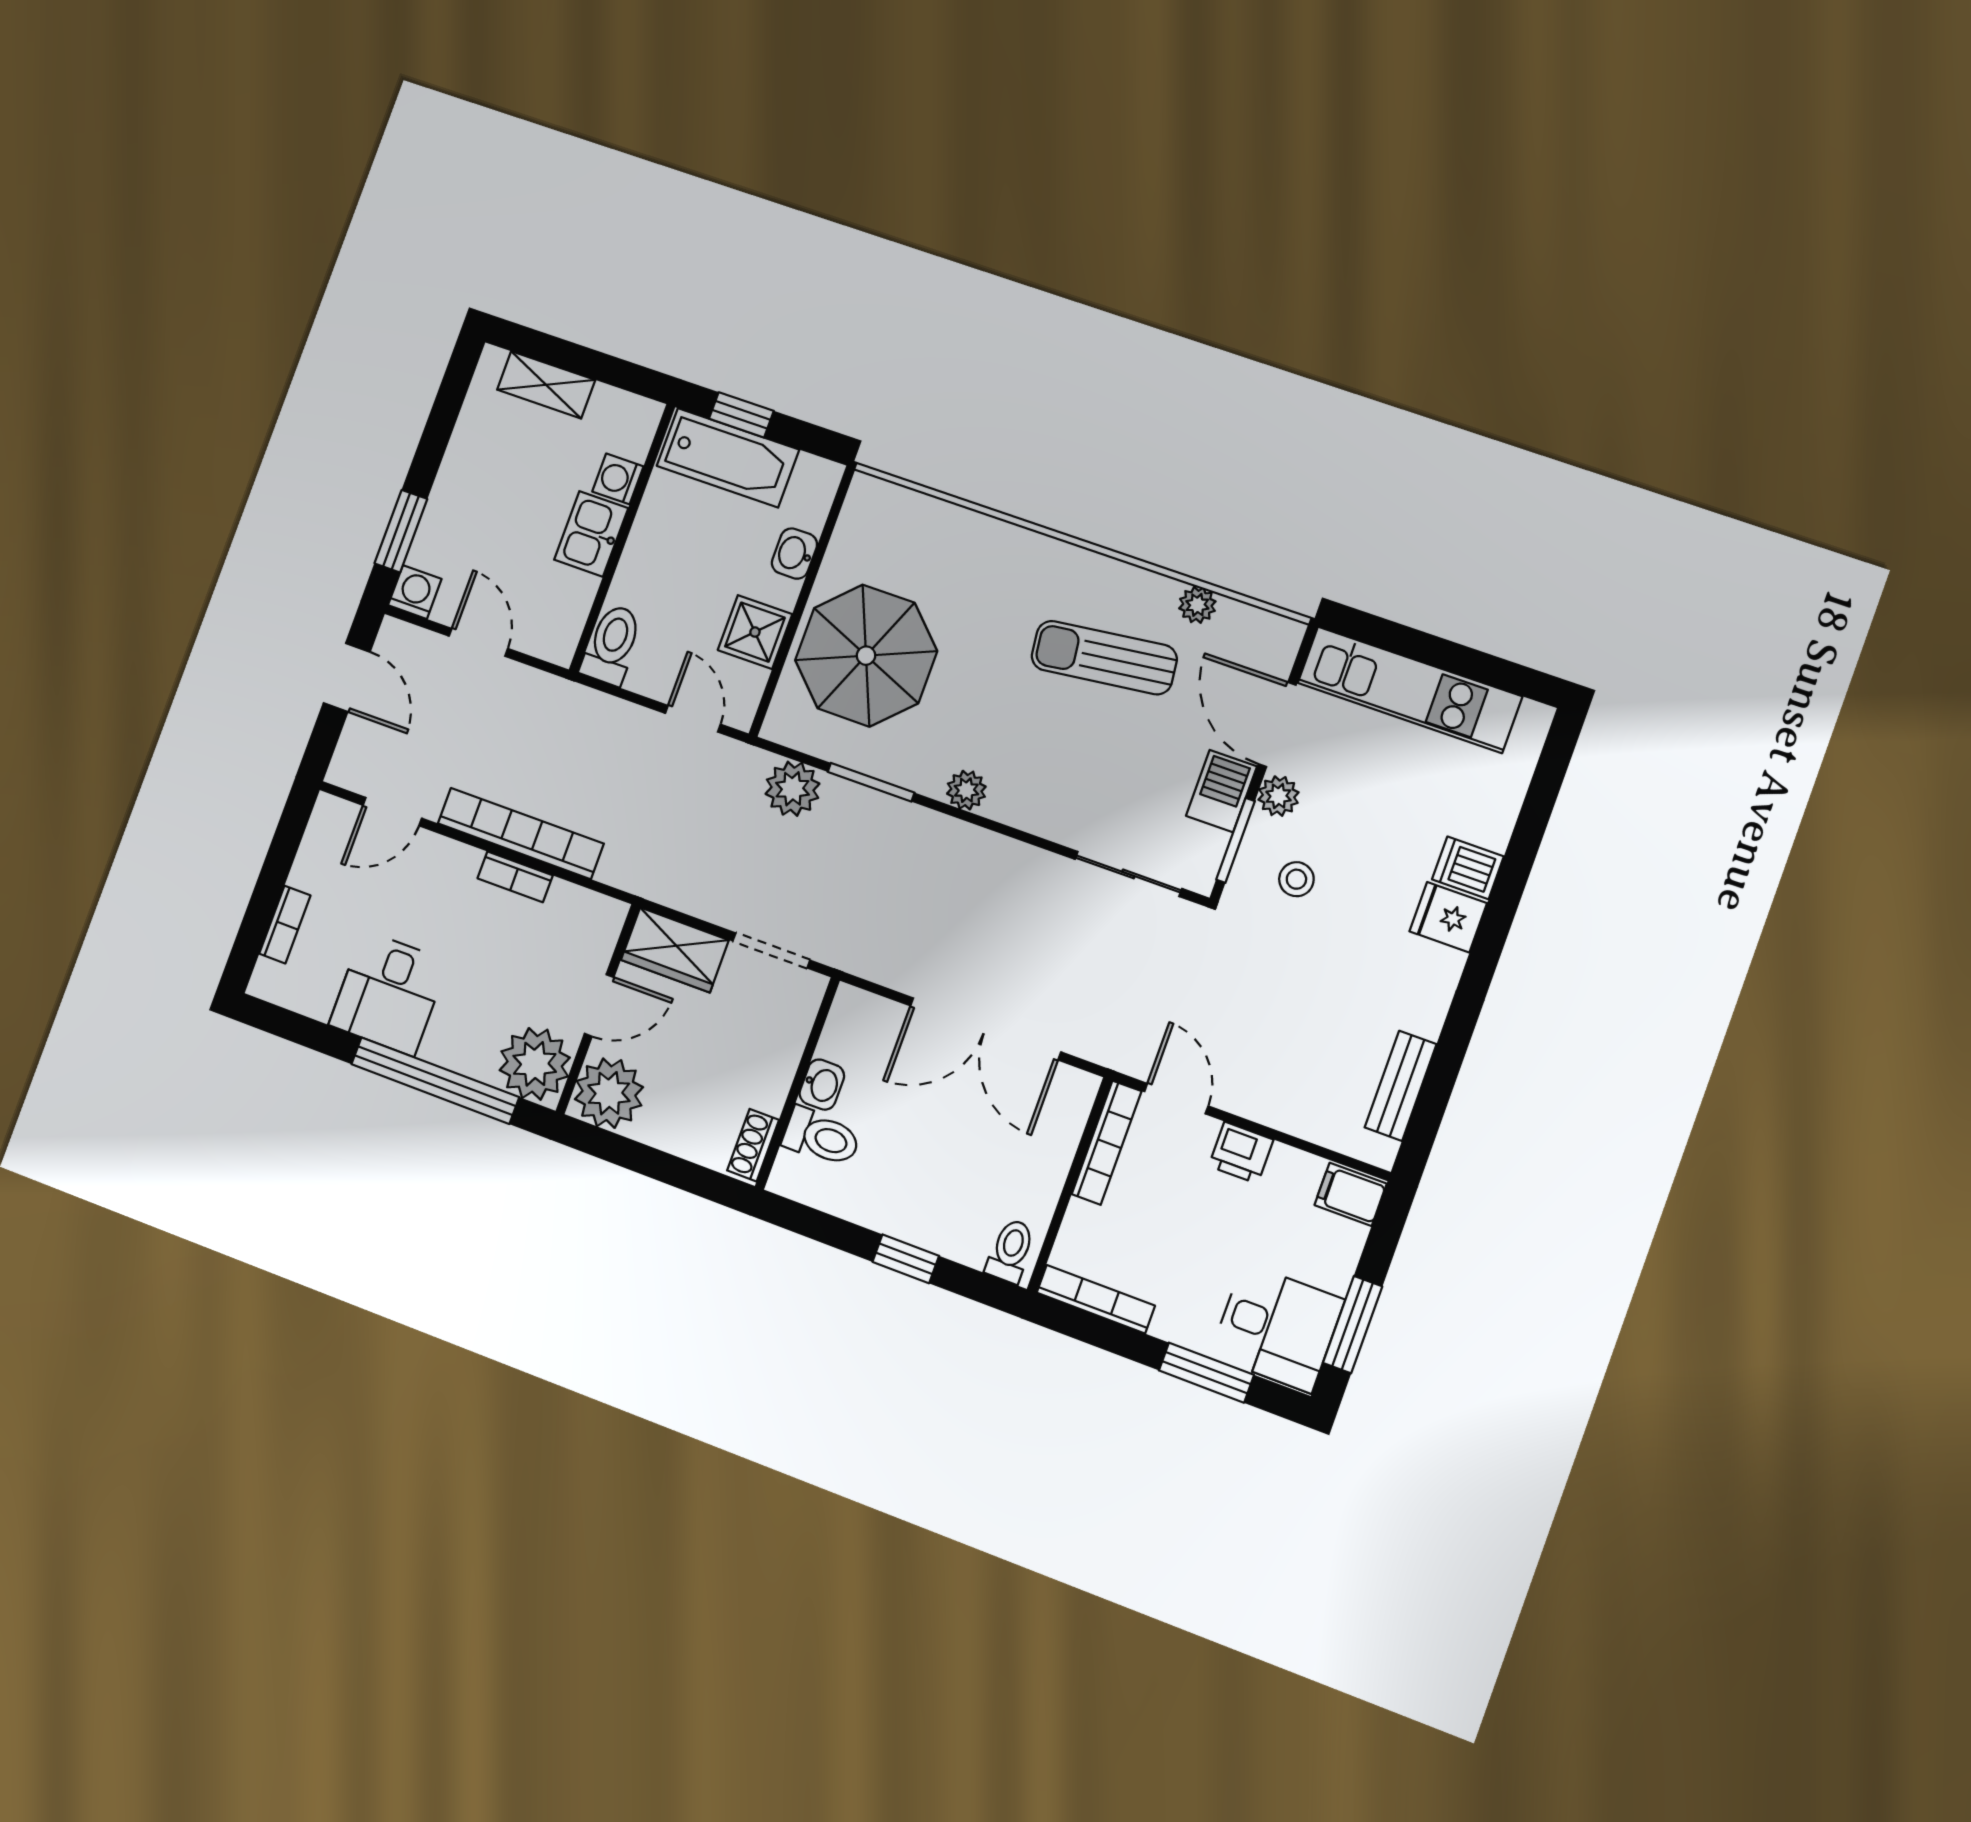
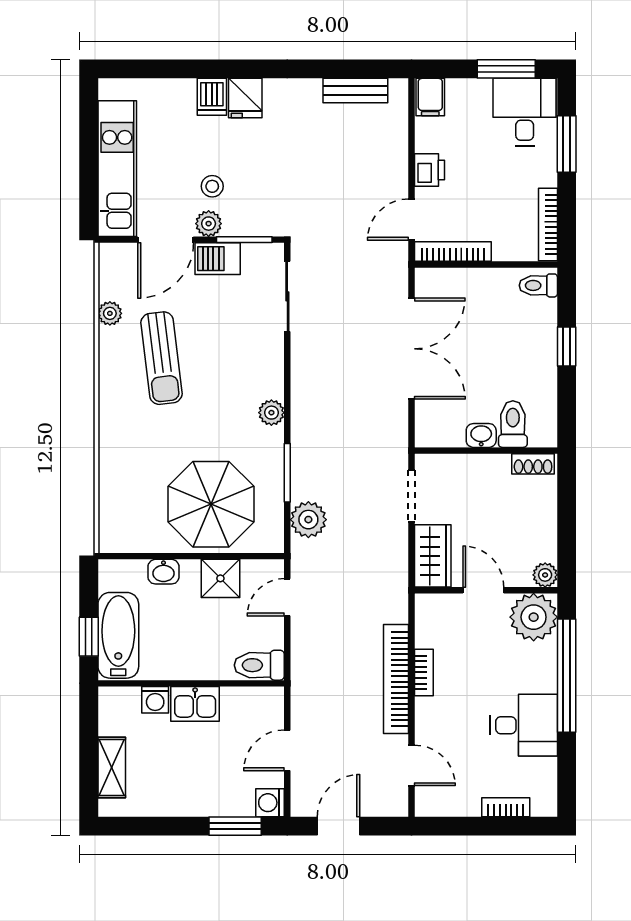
stool: (1296, 879) -> (212, 186), moved
plant: (609, 1093) -> (545, 575), width x0.53, depth x0.53

